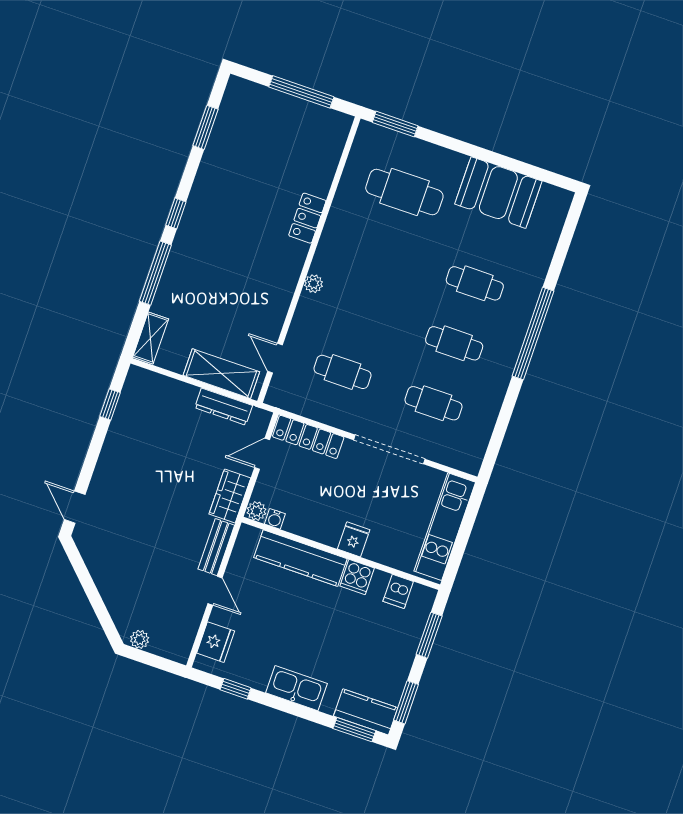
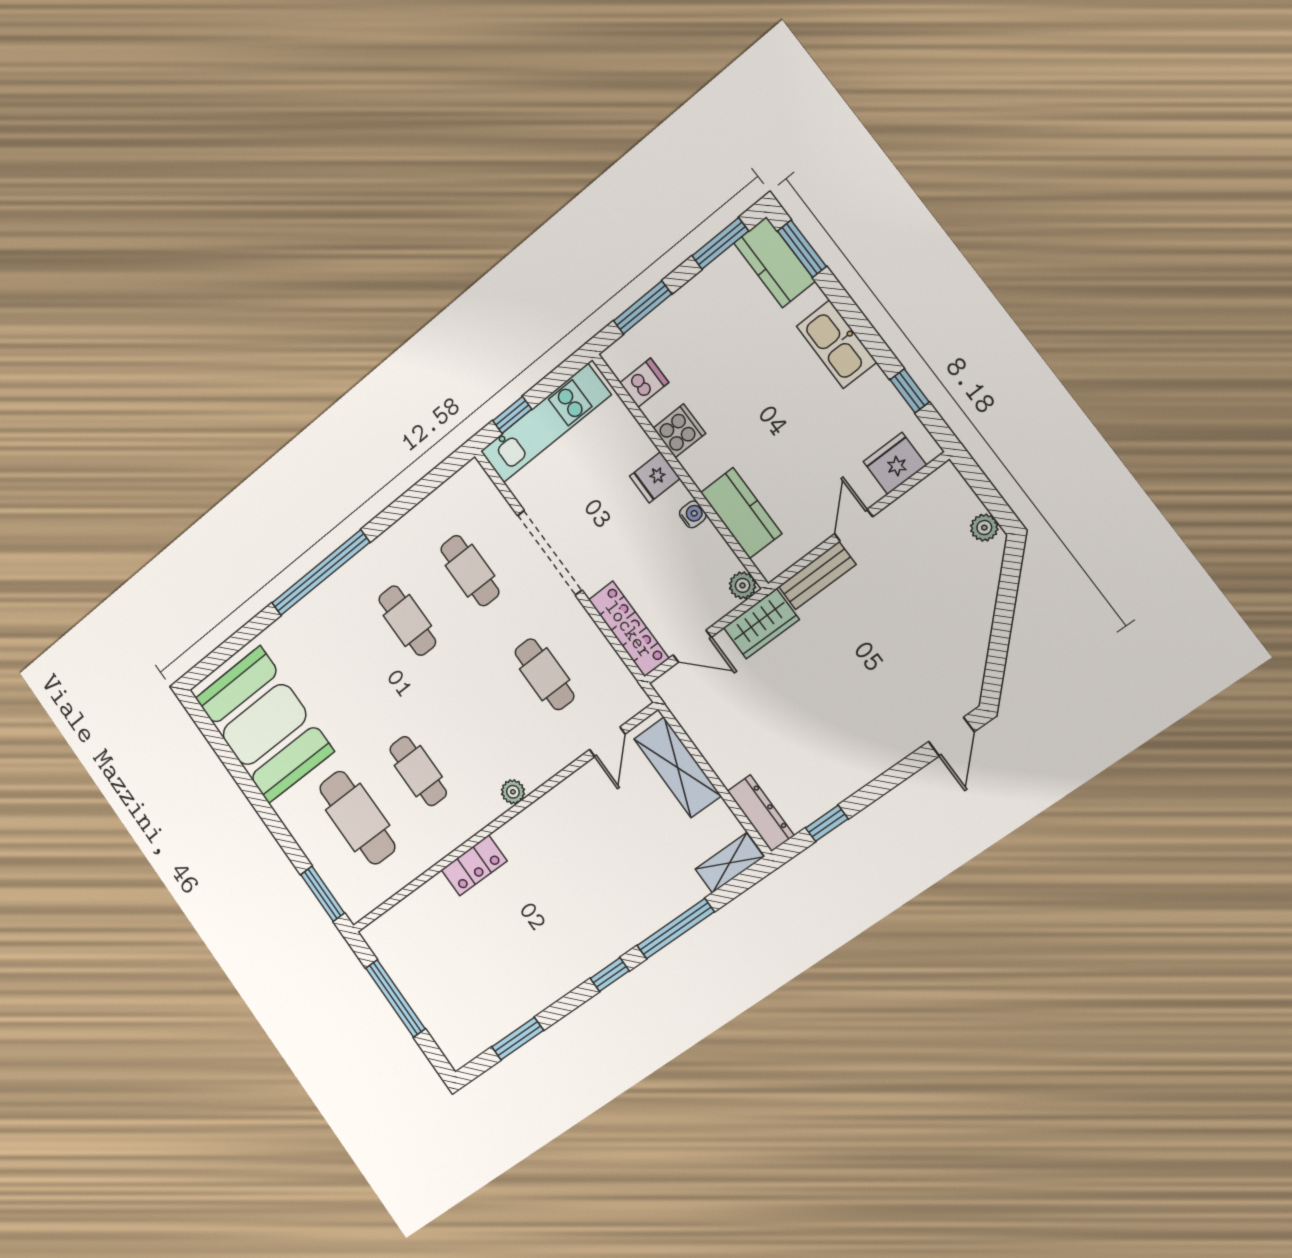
booth: (498, 193) -> (264, 725), width x1.36, depth x1.42
cafe table: (475, 283) -> (418, 771), moved
dresser: (224, 407) -> (761, 813), moved
window: (470, 518) -> (512, 415), added
water cooler: (275, 519) -> (693, 514), moved
kitchen counter: (300, 558) -> (741, 513), width x0.67

